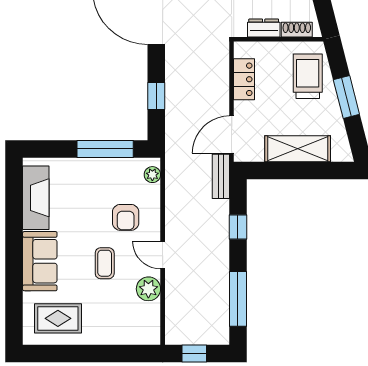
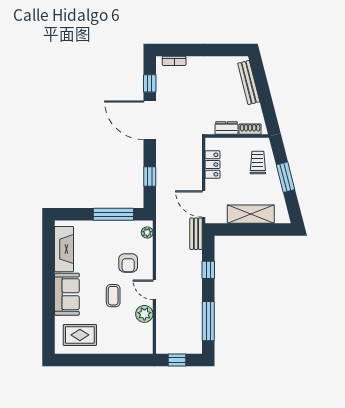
trolley: (308, 76) -> (258, 162), width x0.73, depth x0.72
door: (232, 135) -> (204, 204), hinge flipped

